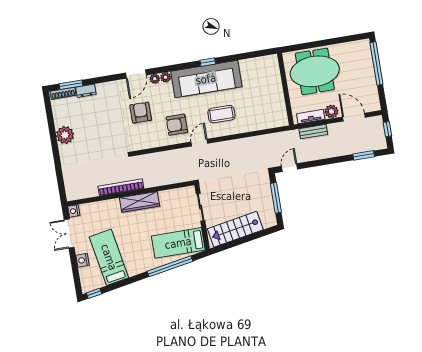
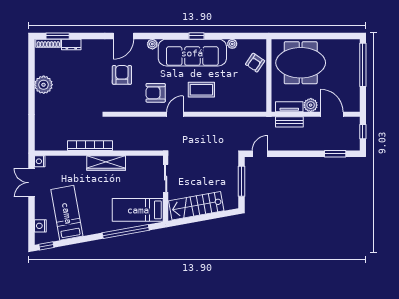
plant: (155, 79) -> (232, 44), moved
armchair: (270, 79) -> (255, 63), added
nightstand: (83, 260) -> (40, 226), moved

